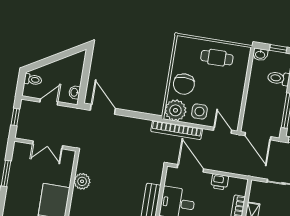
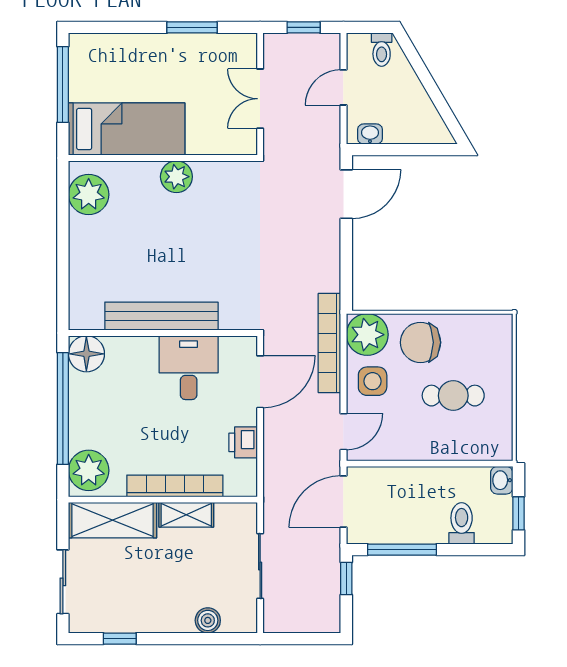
cafe table: (217, 58) -> (453, 396), moved, turned 90
door: (49, 102) -> (343, 87), swing flipped
plant: (82, 181) -> (176, 177), moved

